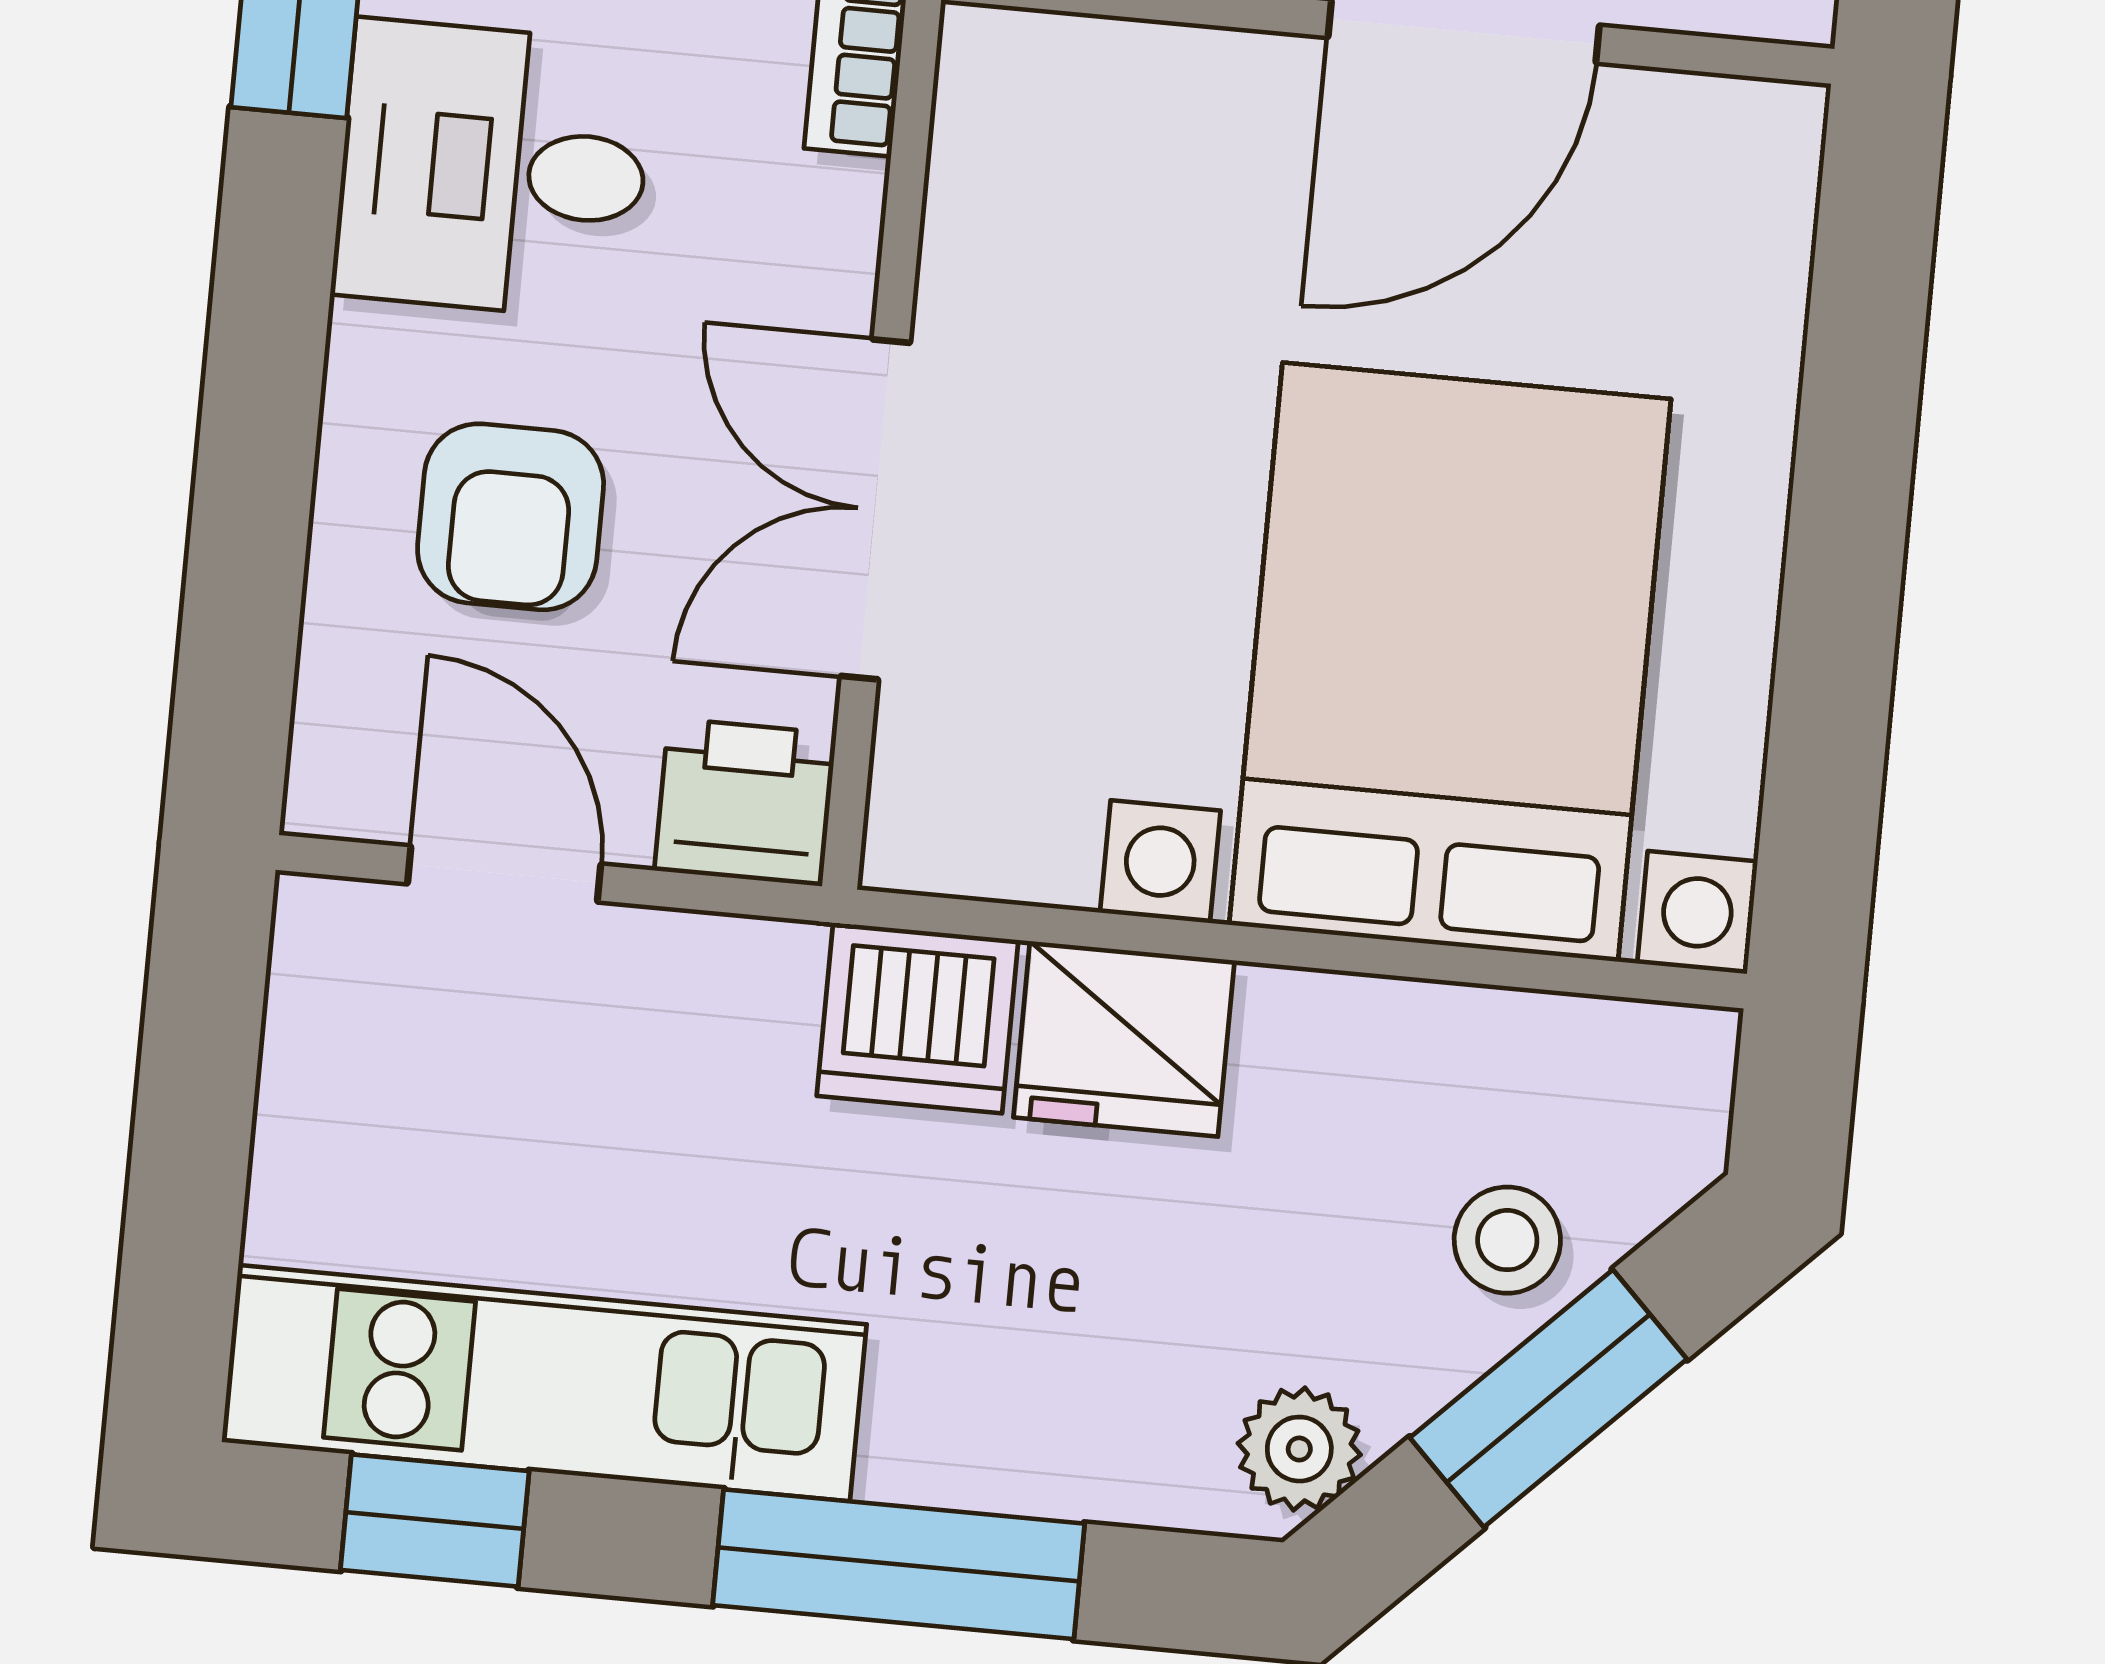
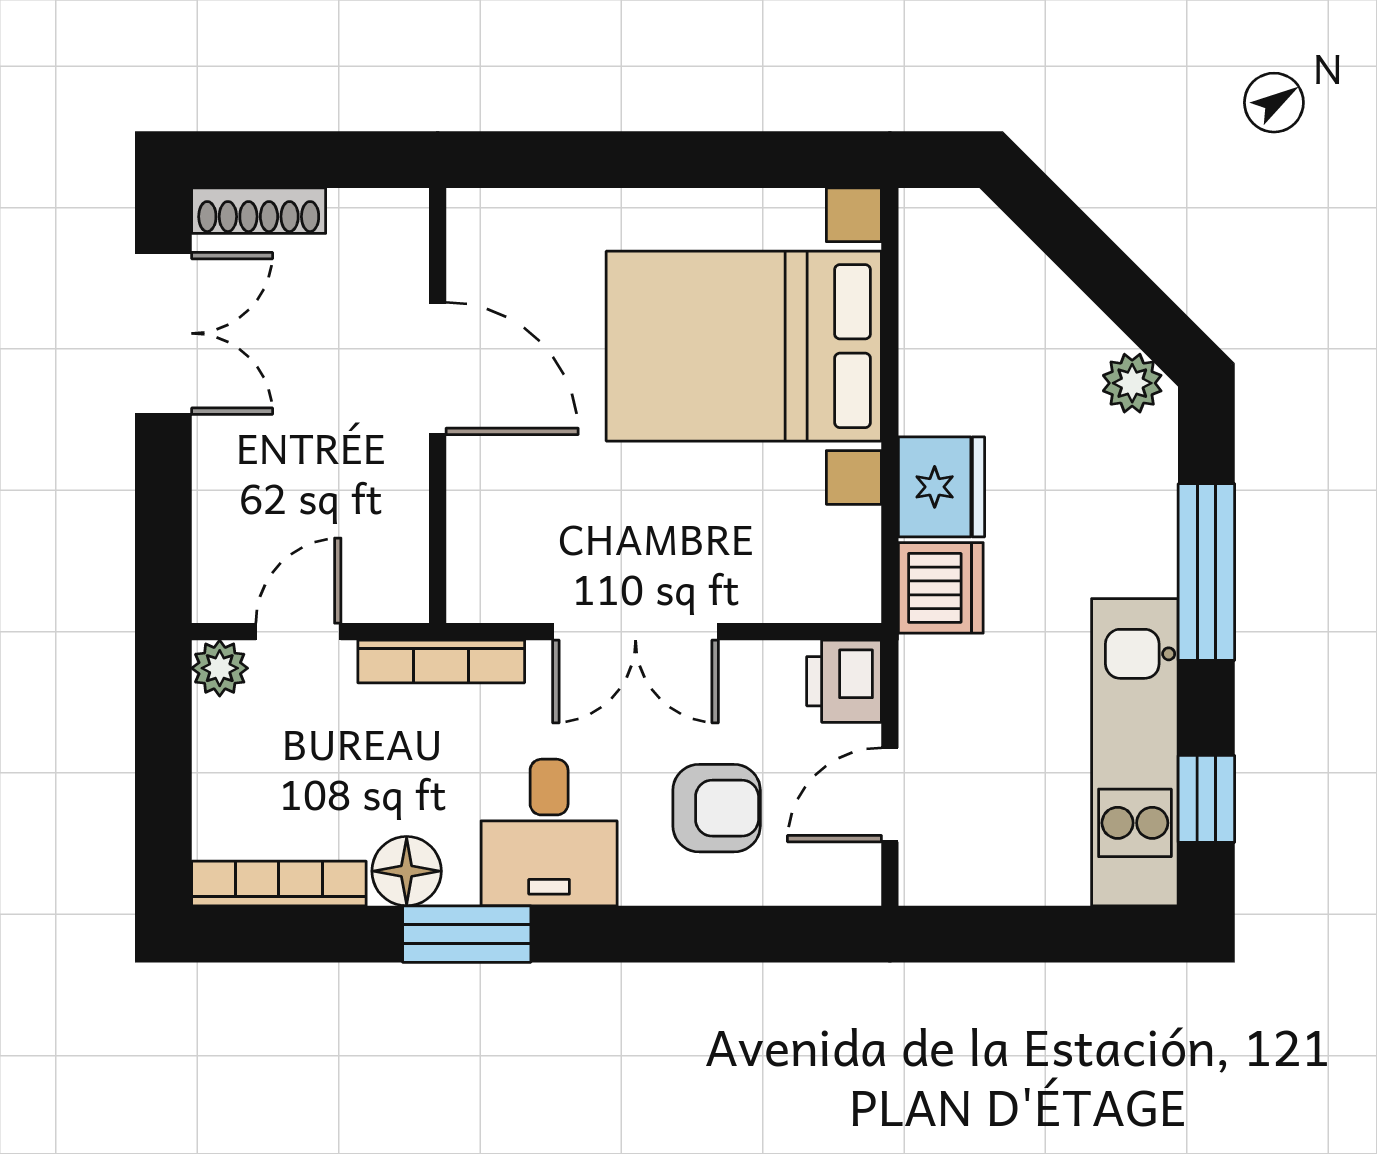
double door: (875, 509) -> (636, 632), moved
stool: (1507, 1240) -> (1021, 292), removed
window: (1548, 1398) -> (1096, 265), removed

